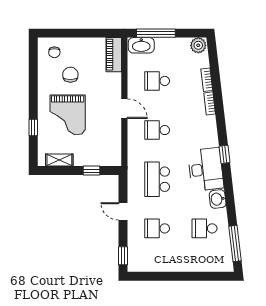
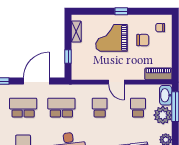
plant: (167, 49) -> (163, 115), added
door: (124, 109) -> (116, 82), hinge flipped
window: (33, 128) -> (121, 11), moved
door: (123, 211) -> (36, 81), width x1.87
school desk: (157, 228) -> (23, 108), width x1.85

